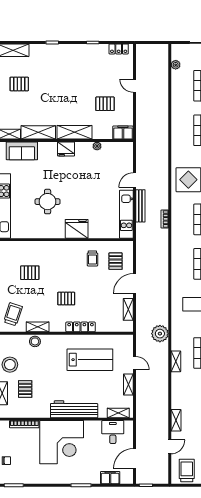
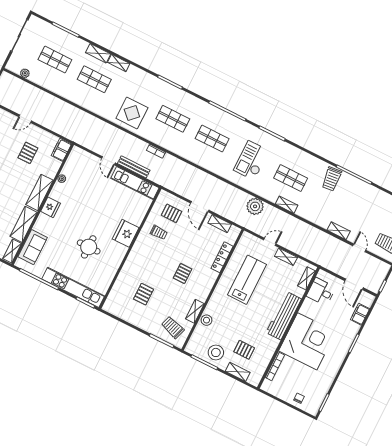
locker: (81, 327) -> (222, 257), moved

